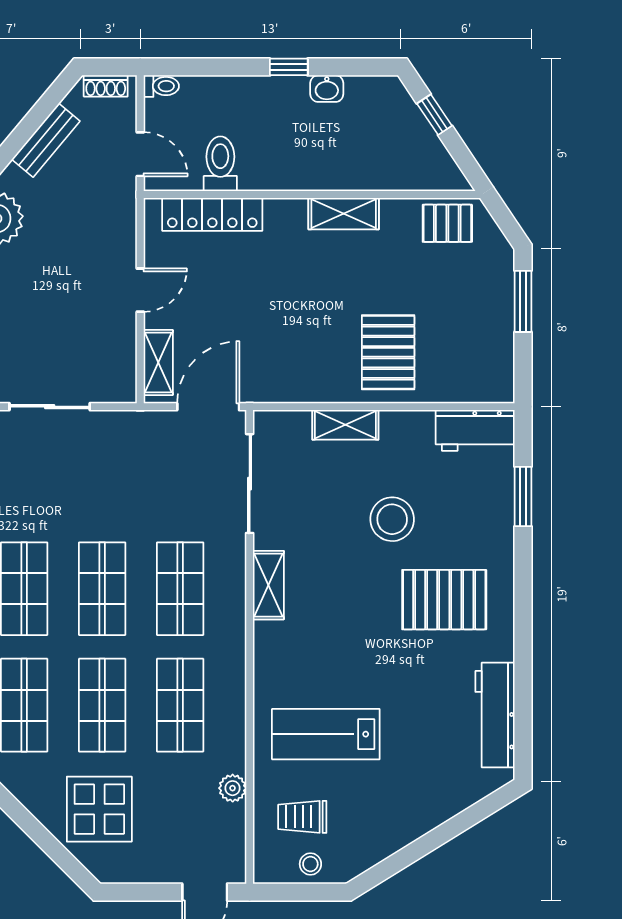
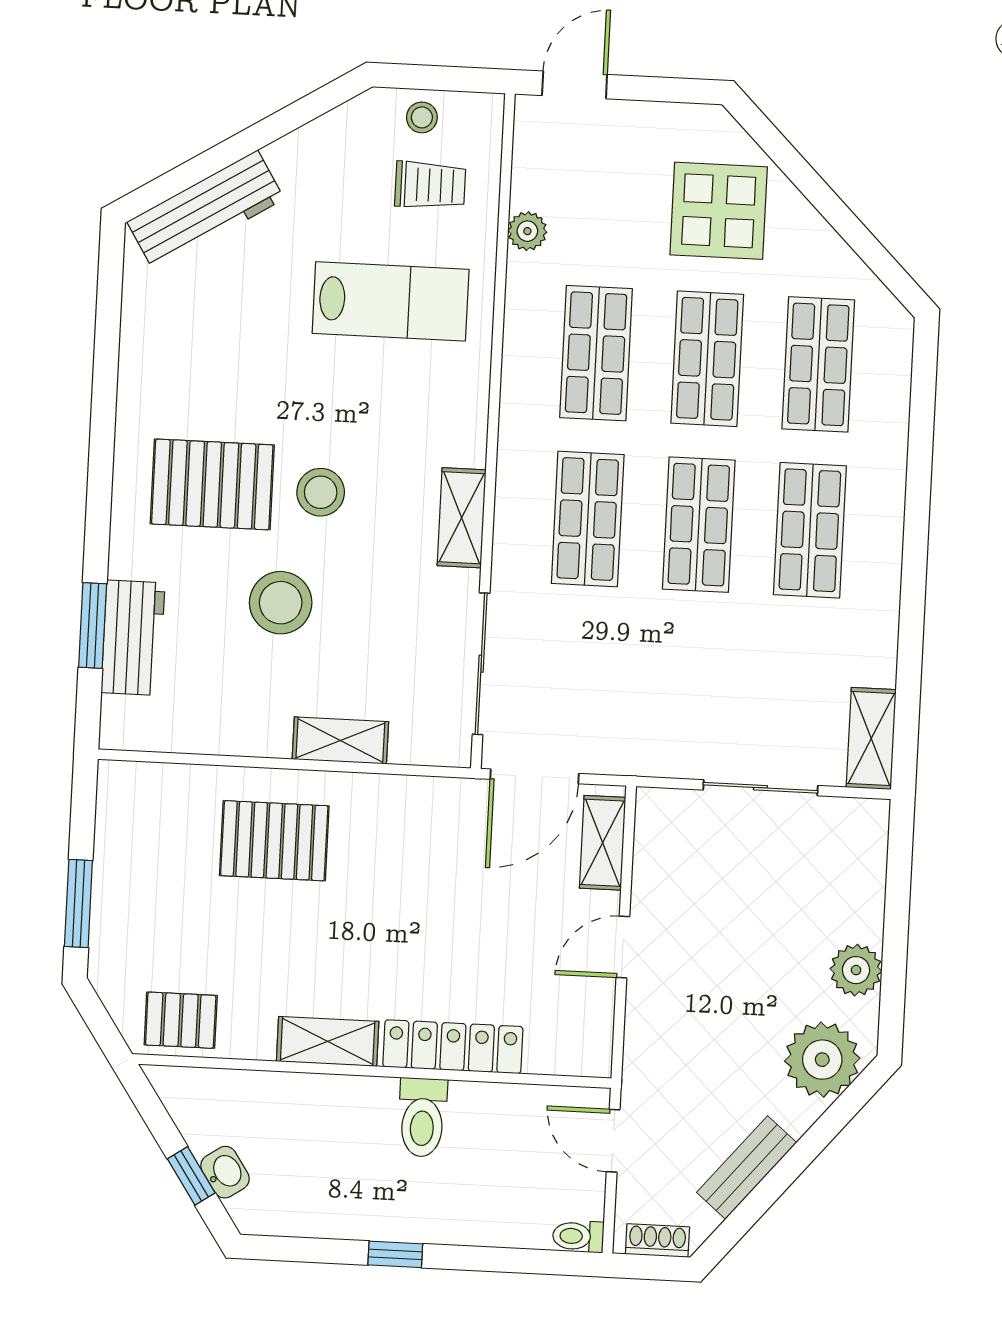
washbasin: (327, 89) -> (225, 1172), moved, turned 56
toilet: (220, 164) -> (422, 1117), moved
locker: (212, 214) -> (453, 1047), moved
pallet: (388, 352) -> (274, 841), turned 90
workbench: (475, 430) -> (133, 638), moved, turned 90
stool: (368, 598) -> (321, 492), added
workbench: (495, 715) -> (206, 210), moved, turned 58

